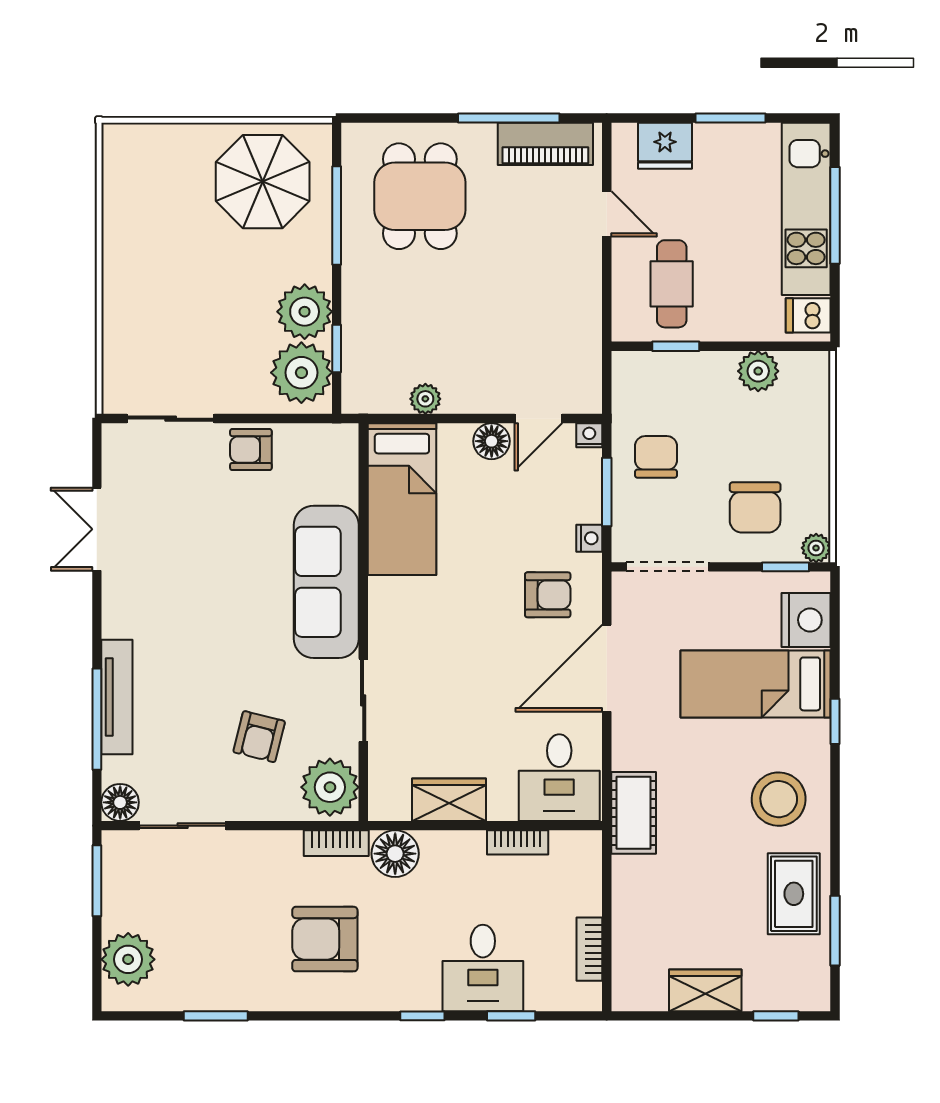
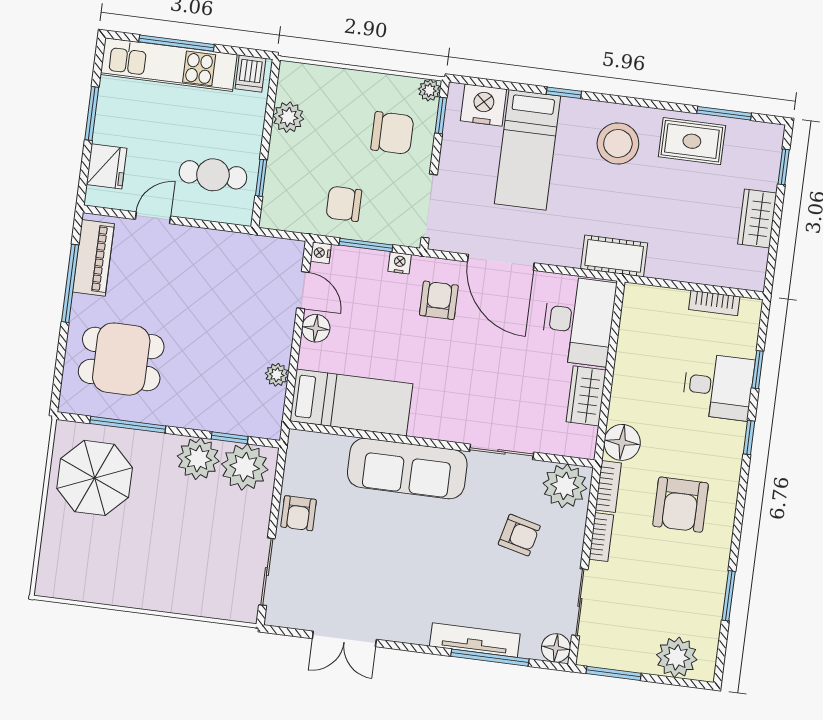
desk: (559, 778) -> (578, 321), width x1.37
bookcase: (518, 842) -> (601, 537), moved

